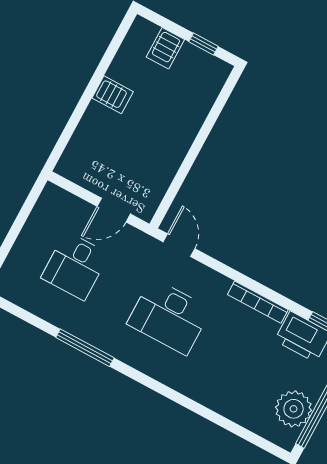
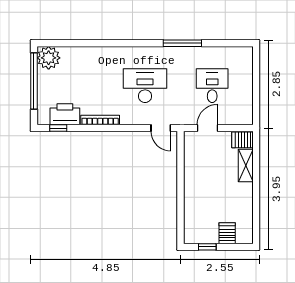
server rack: (113, 95) -> (242, 140), moved
shelving: (89, 129) -> (246, 166), added
plant: (294, 409) -> (49, 58), moved

